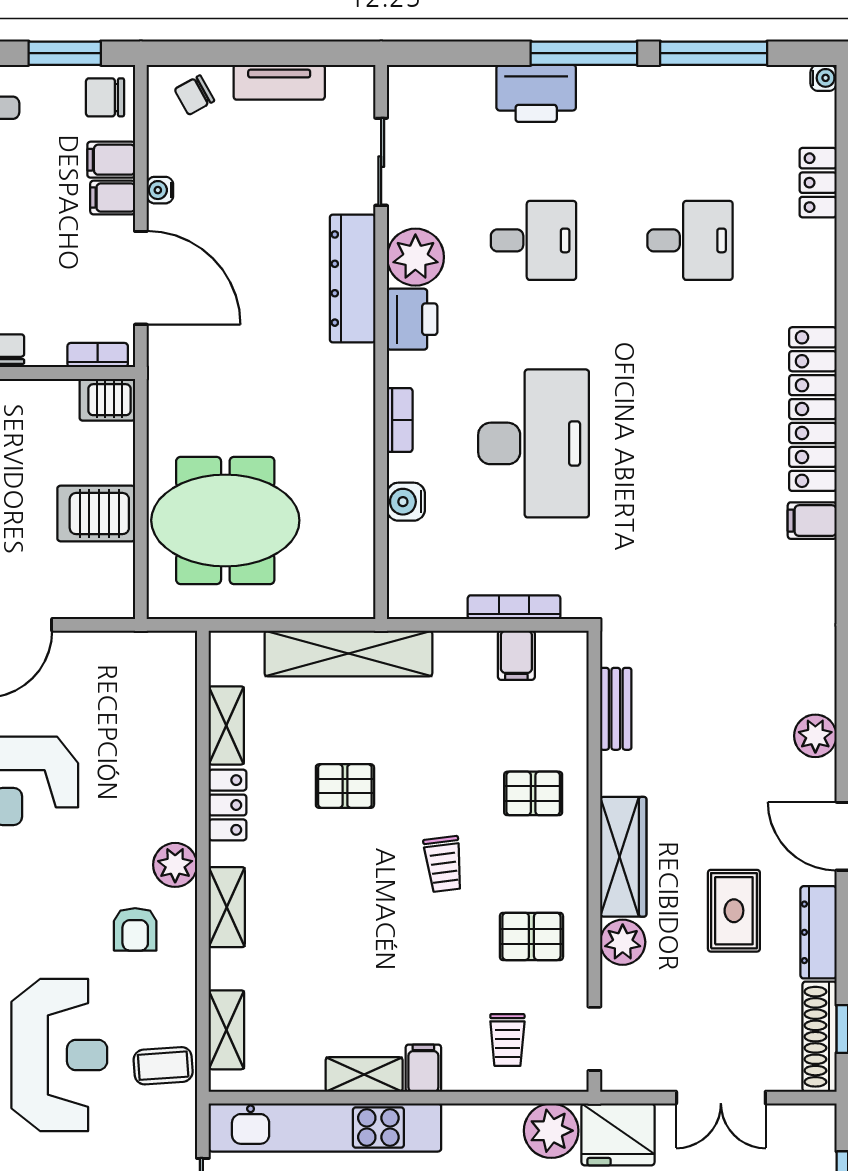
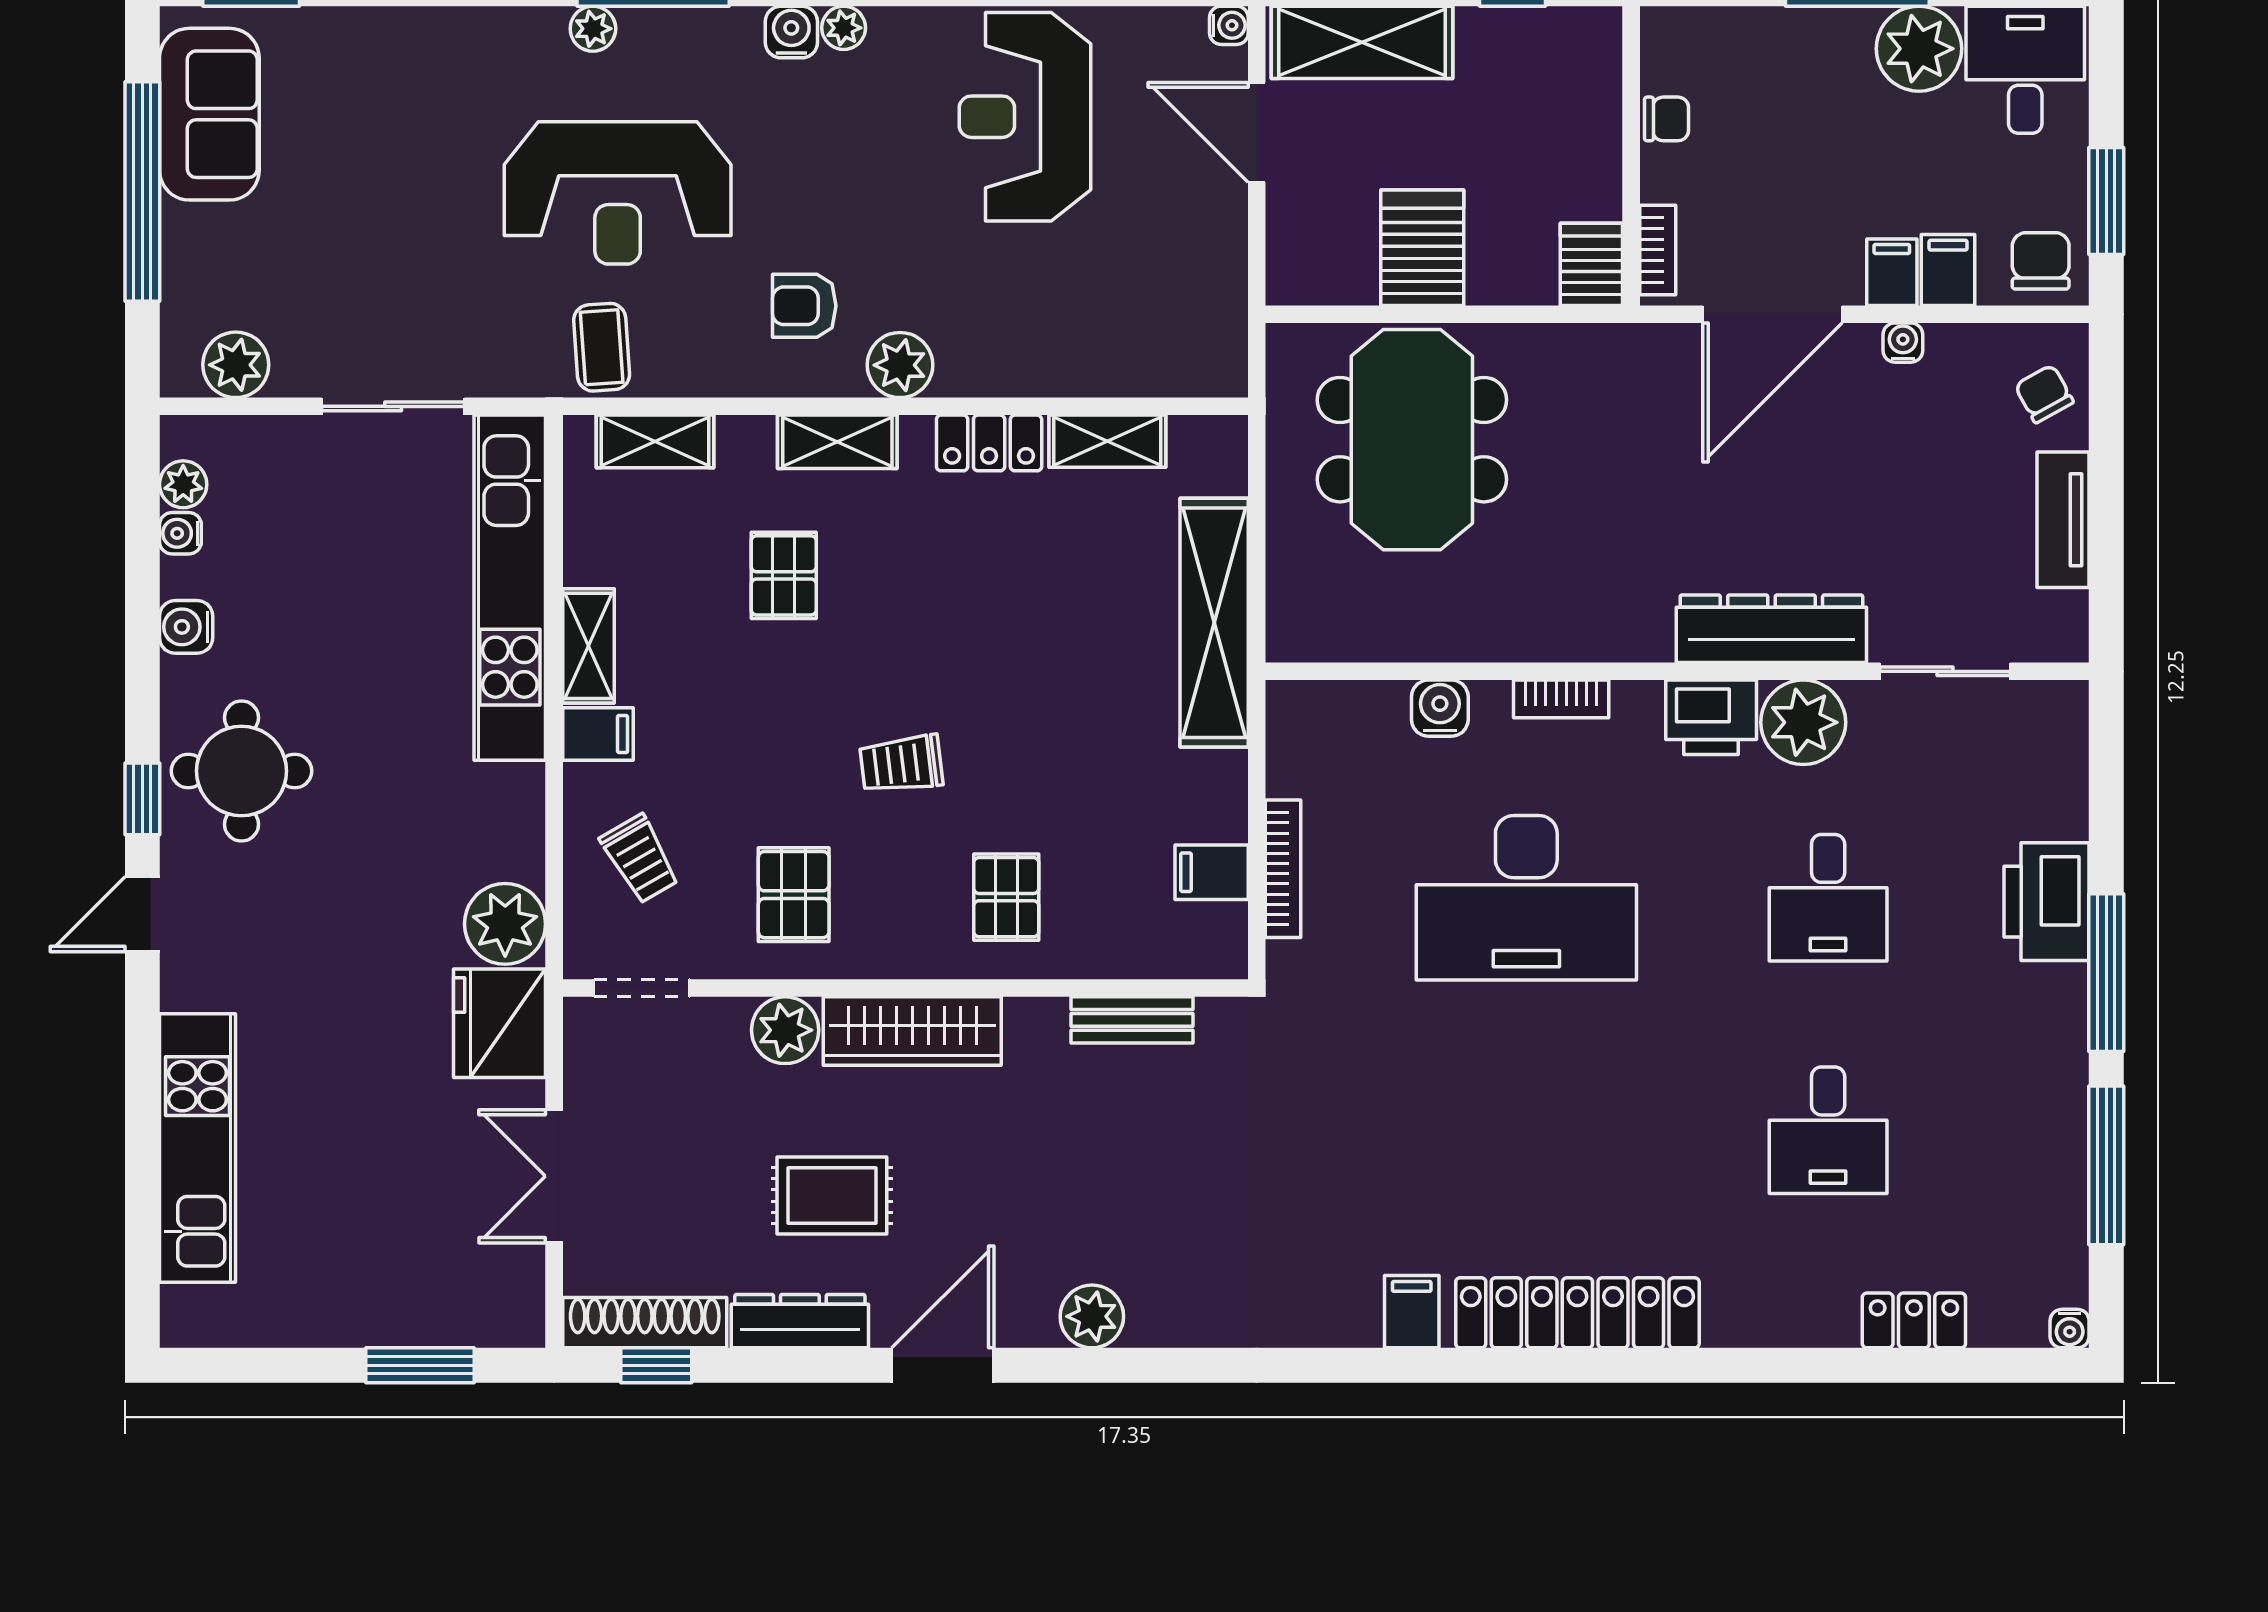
pallet: (345, 786) -> (784, 575), moved
trolley: (507, 1040) -> (640, 859), turned -120

